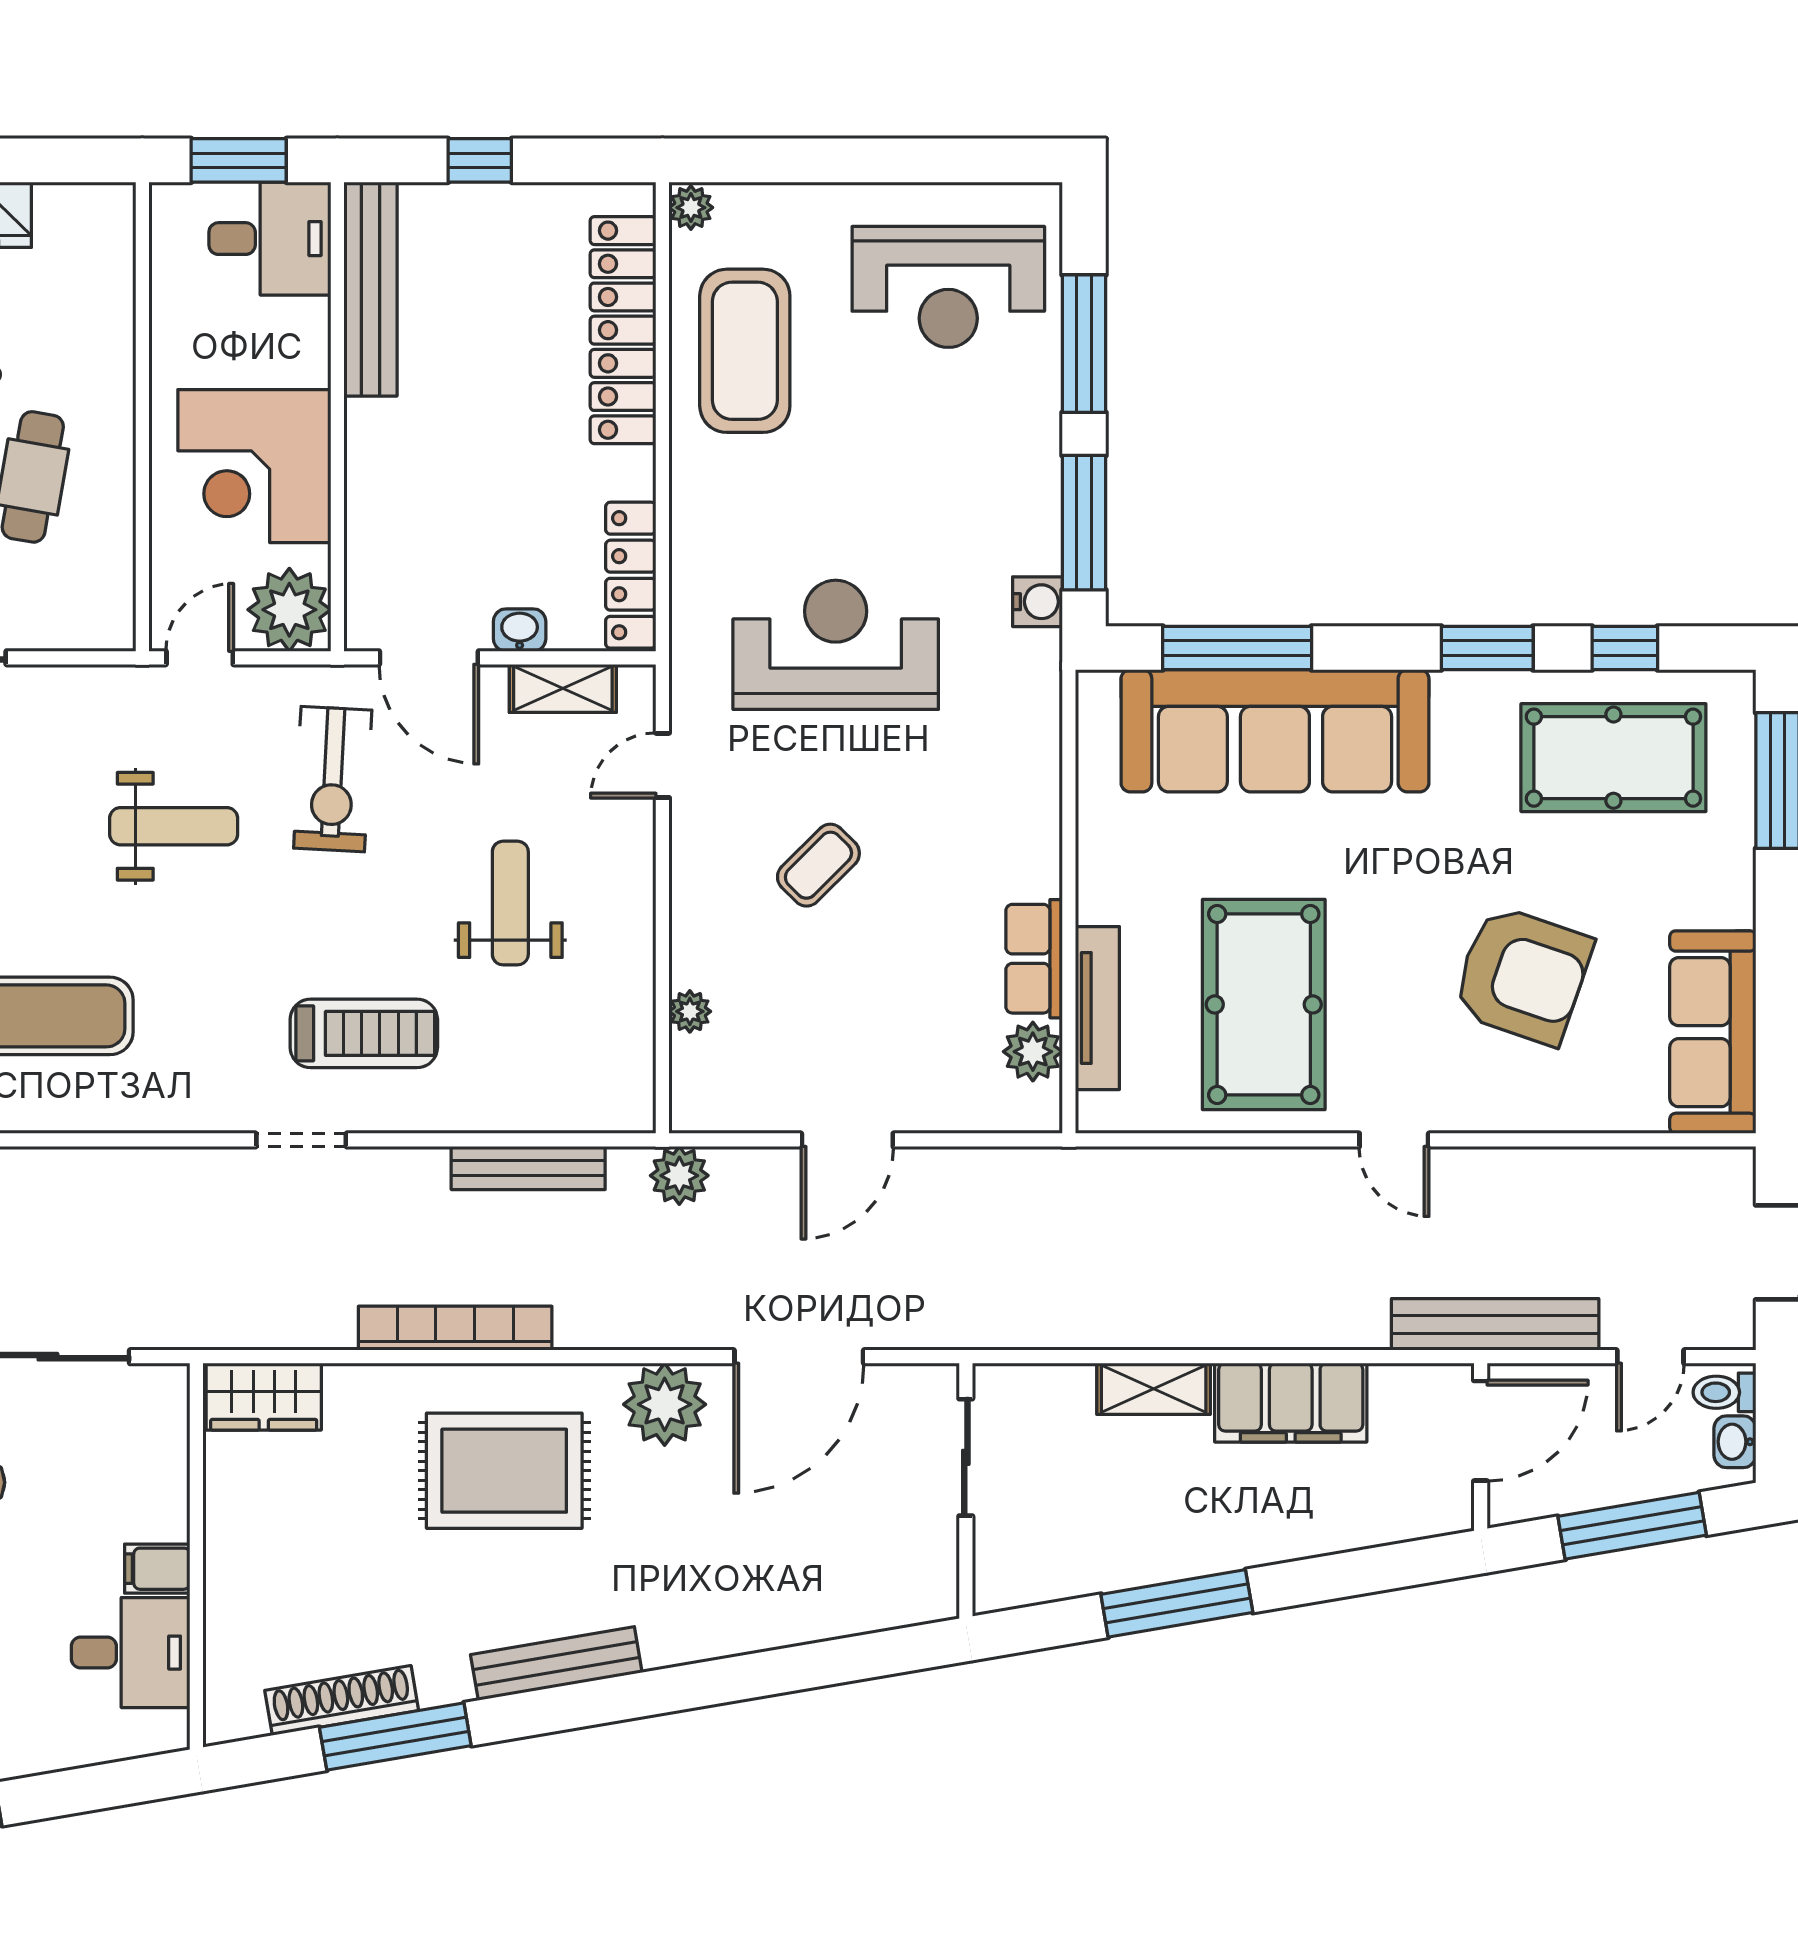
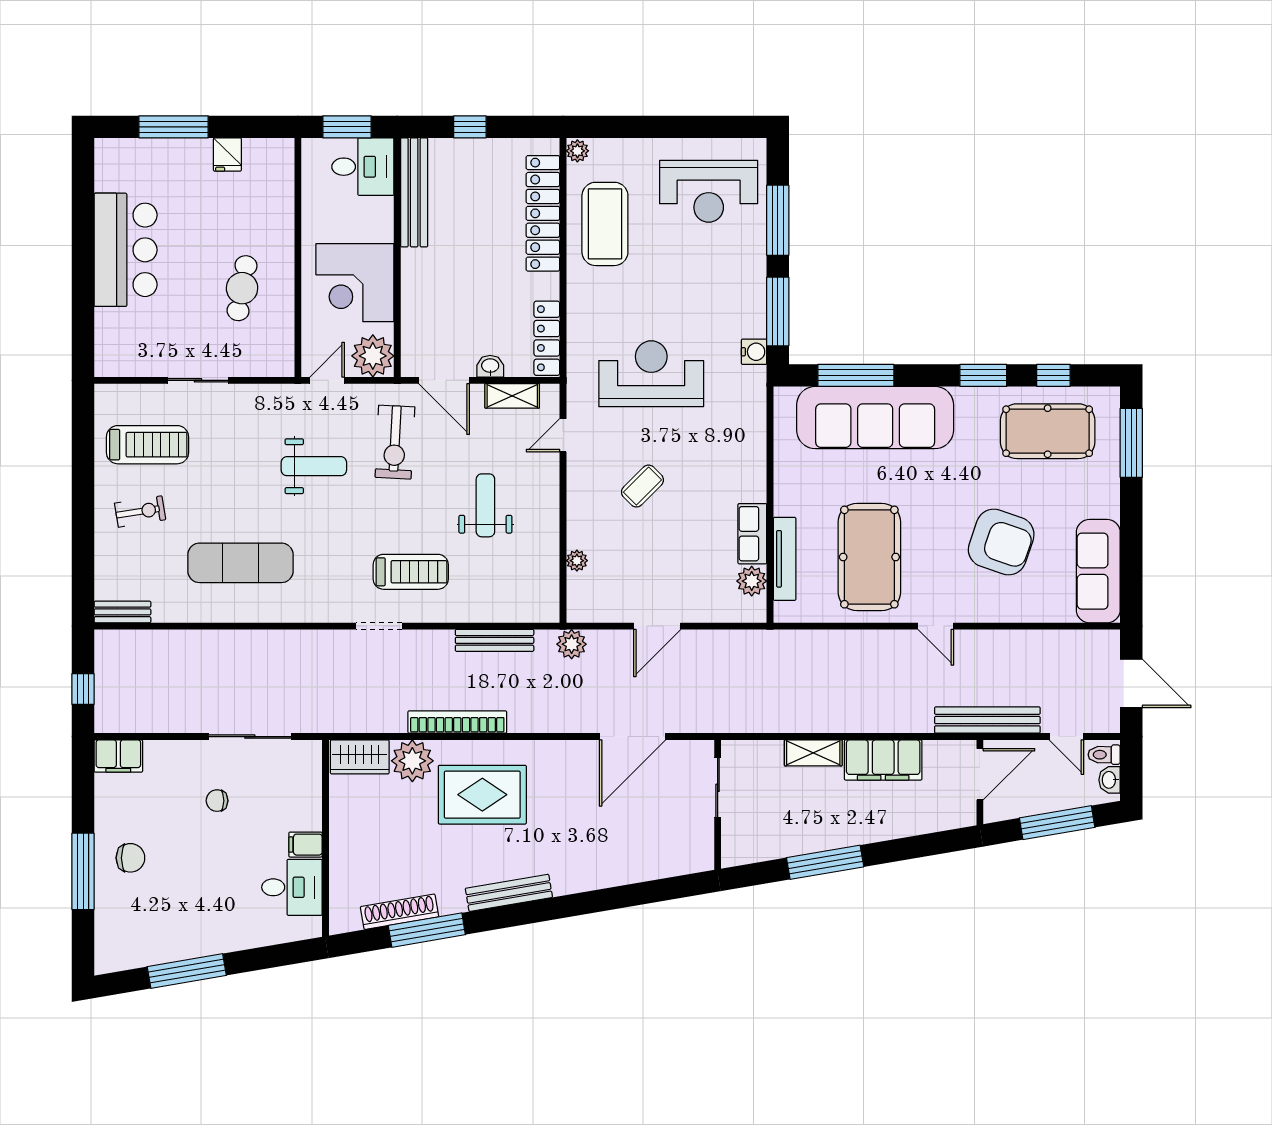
door: (1650, 1357) -> (1066, 737), hinge flipped
plant: (665, 1404) -> (412, 761), moved

